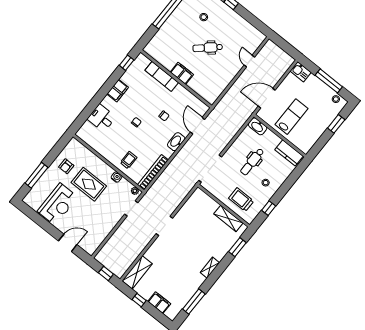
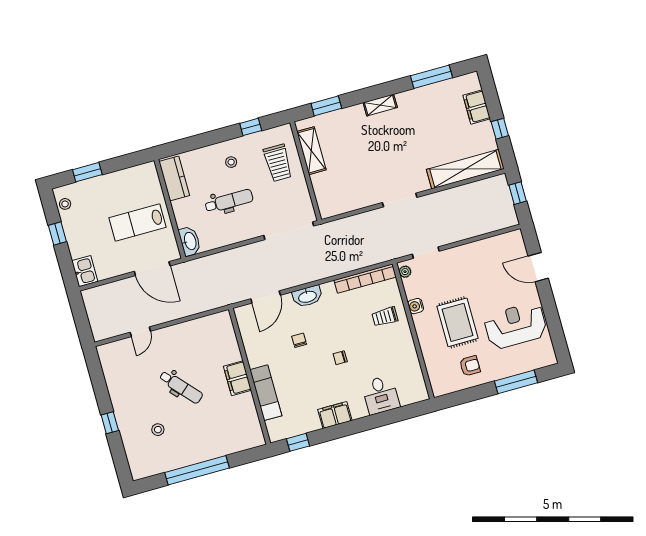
window: (329, 81) -> (57, 234), width x0.46
shelving: (137, 272) -> (465, 169), width x1.47

